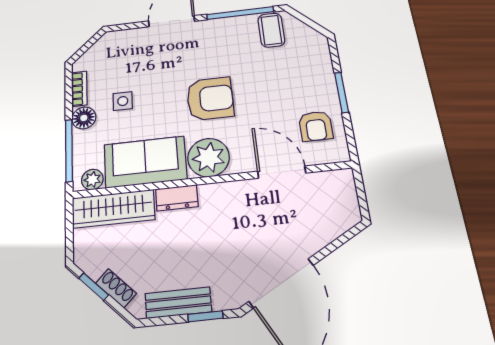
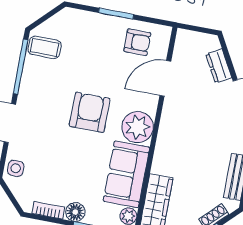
side table: (123, 101) -> (16, 168), moved
dresser: (177, 198) -> (219, 66), moved, turned 151

